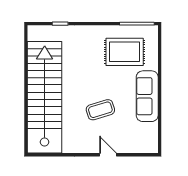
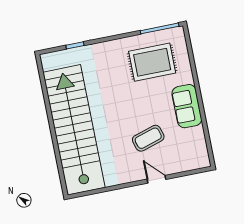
sofa: (147, 96) -> (187, 106), width x0.73
coffee table: (100, 110) -> (148, 138), moved

